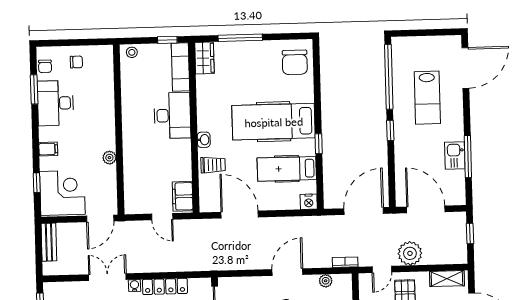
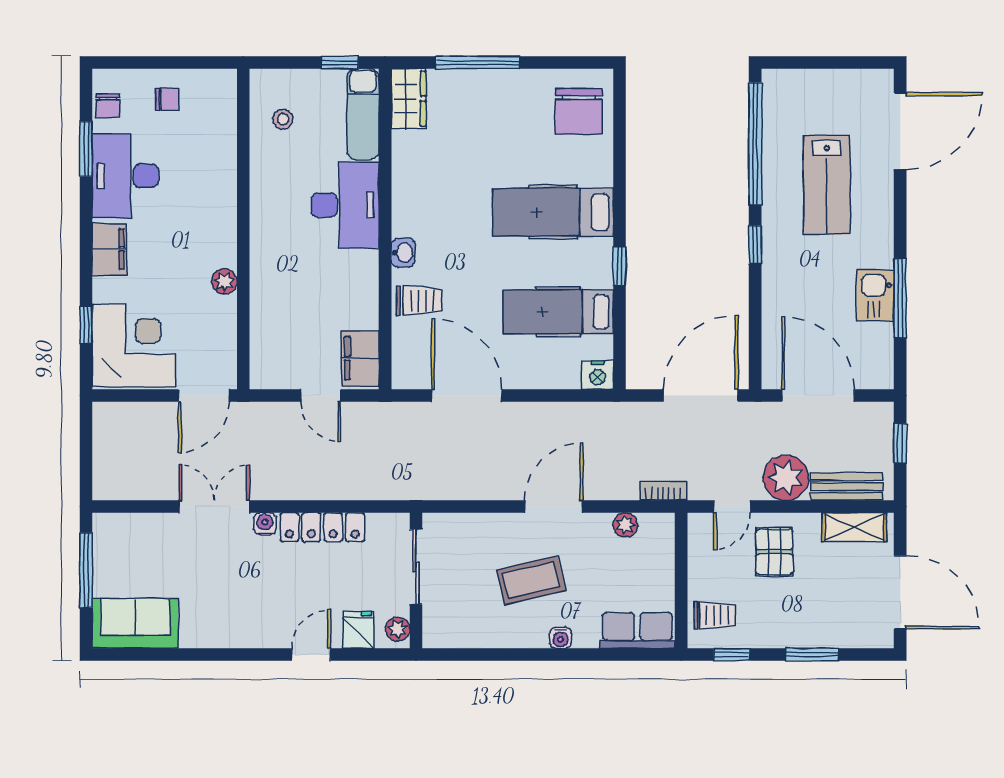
stool: (132, 52) -> (283, 119), moved
hospital bed: (274, 122) -> (553, 212), width x0.73, depth x0.78
filing cabinet: (48, 149) -> (109, 249), width x2.00
bench: (49, 242) -> (847, 487), moved, turned 90

